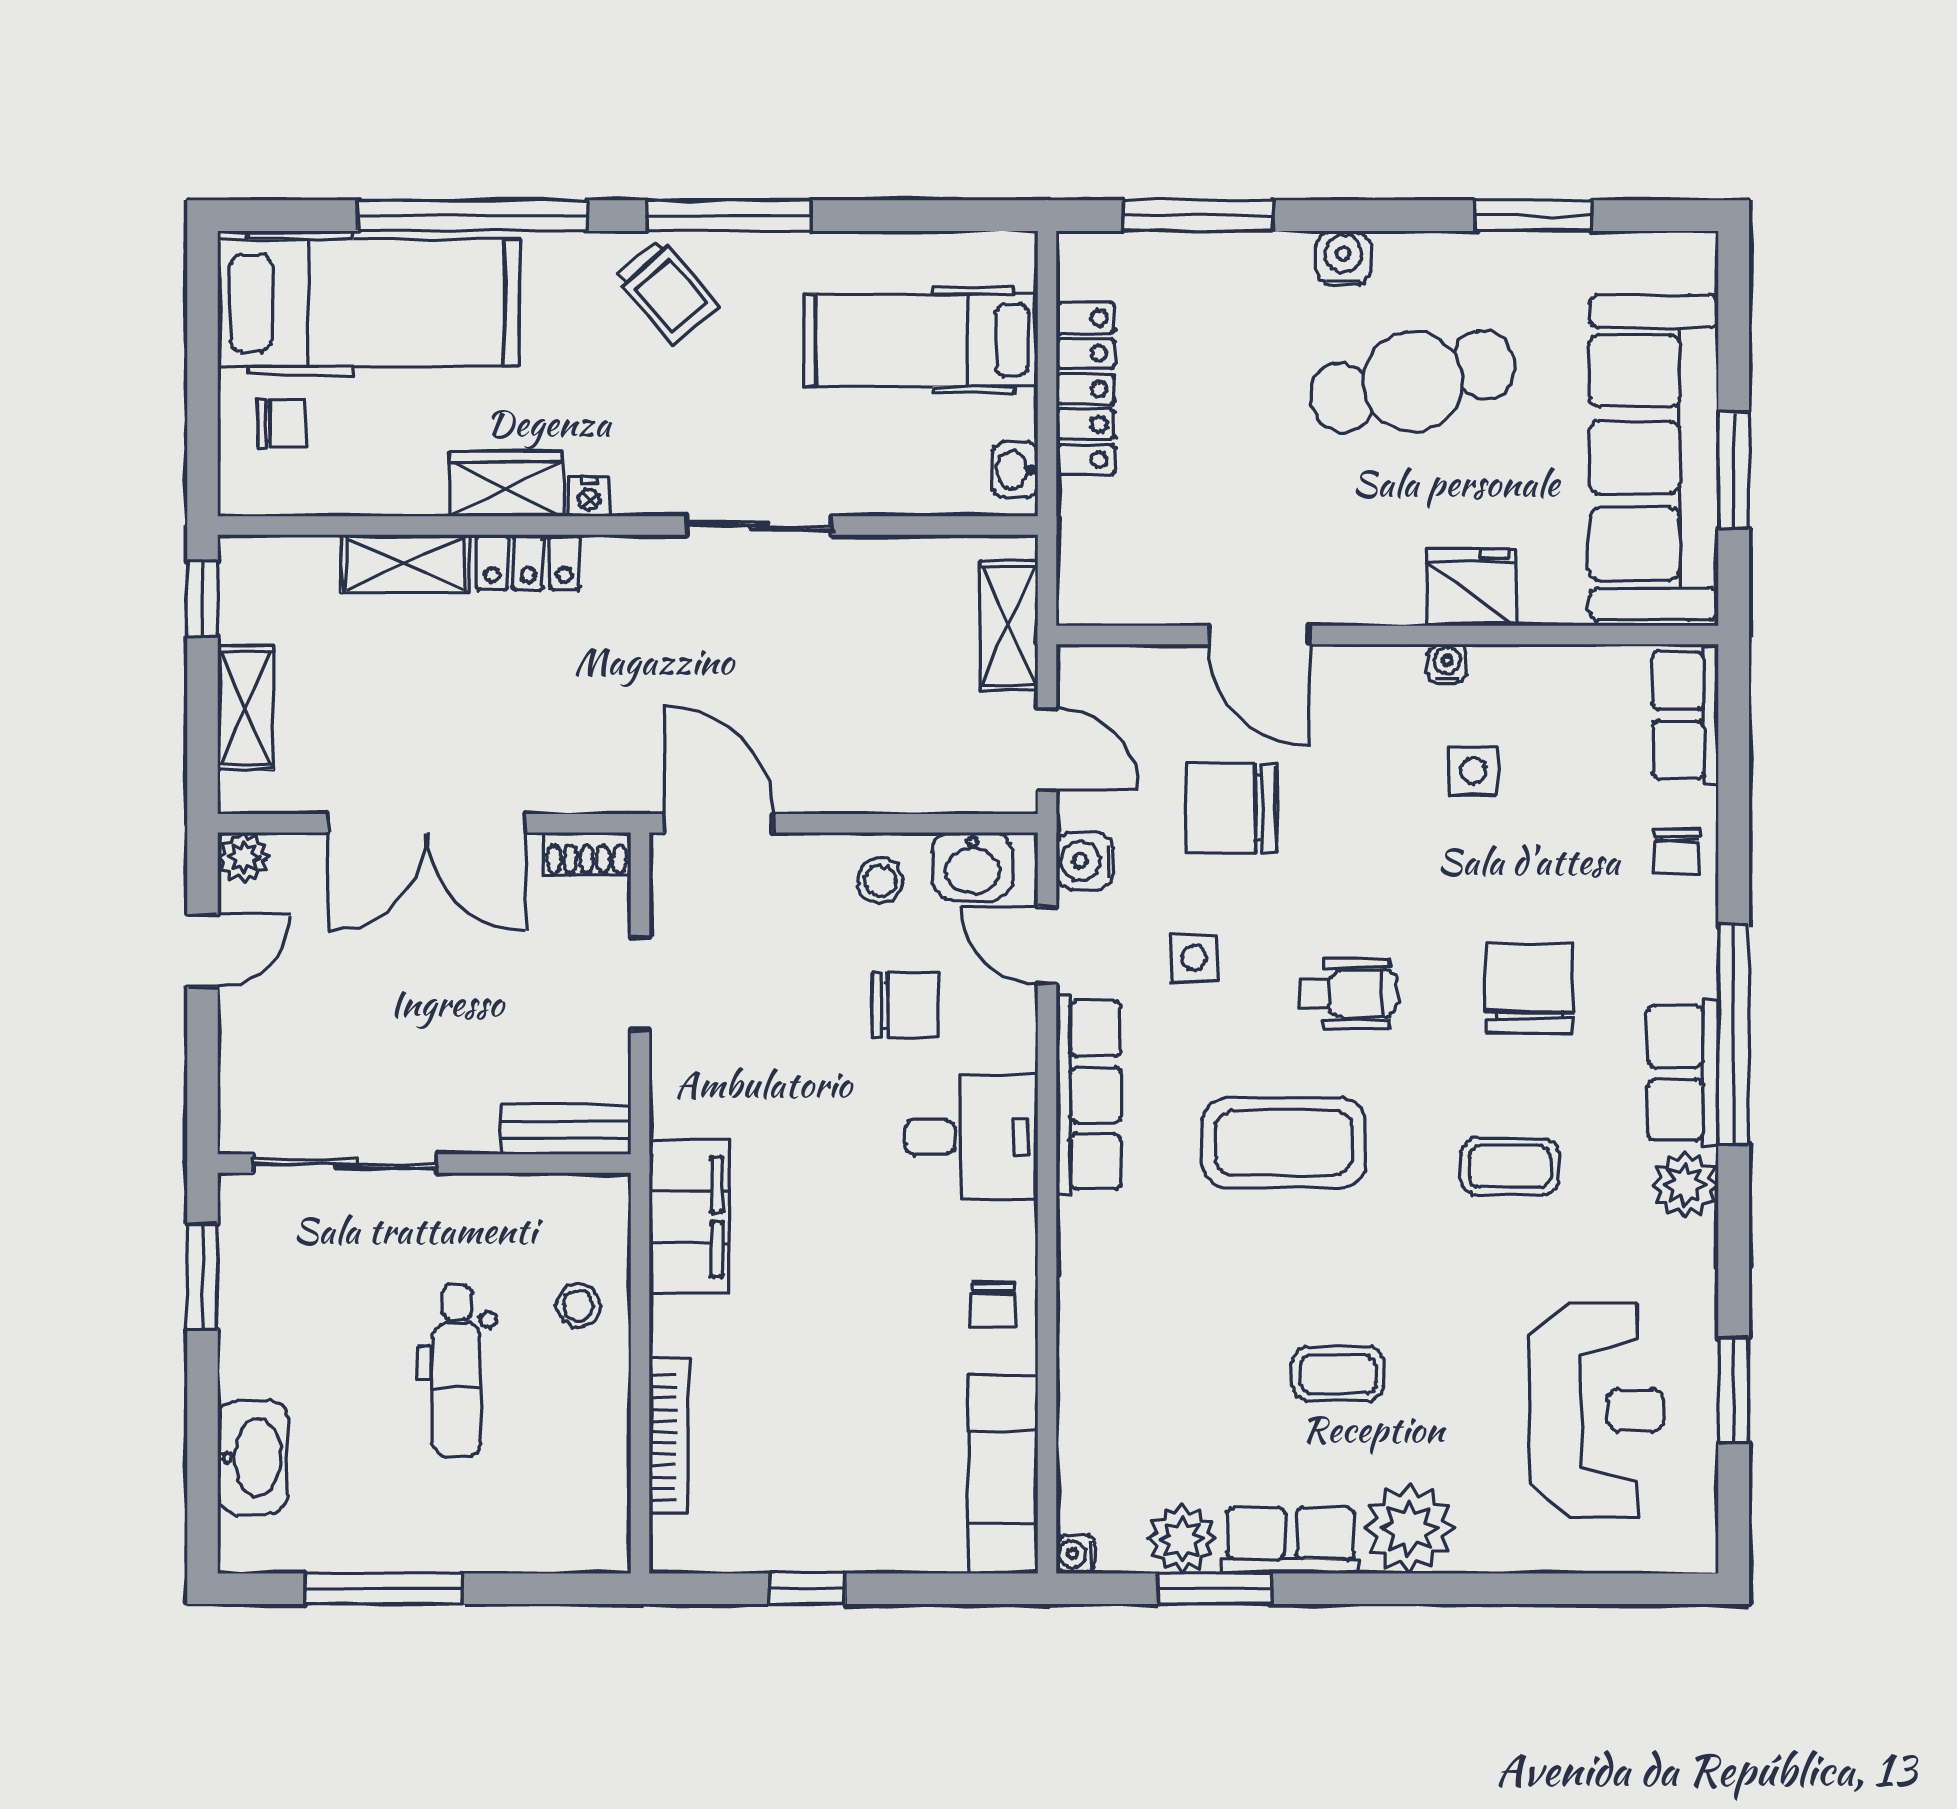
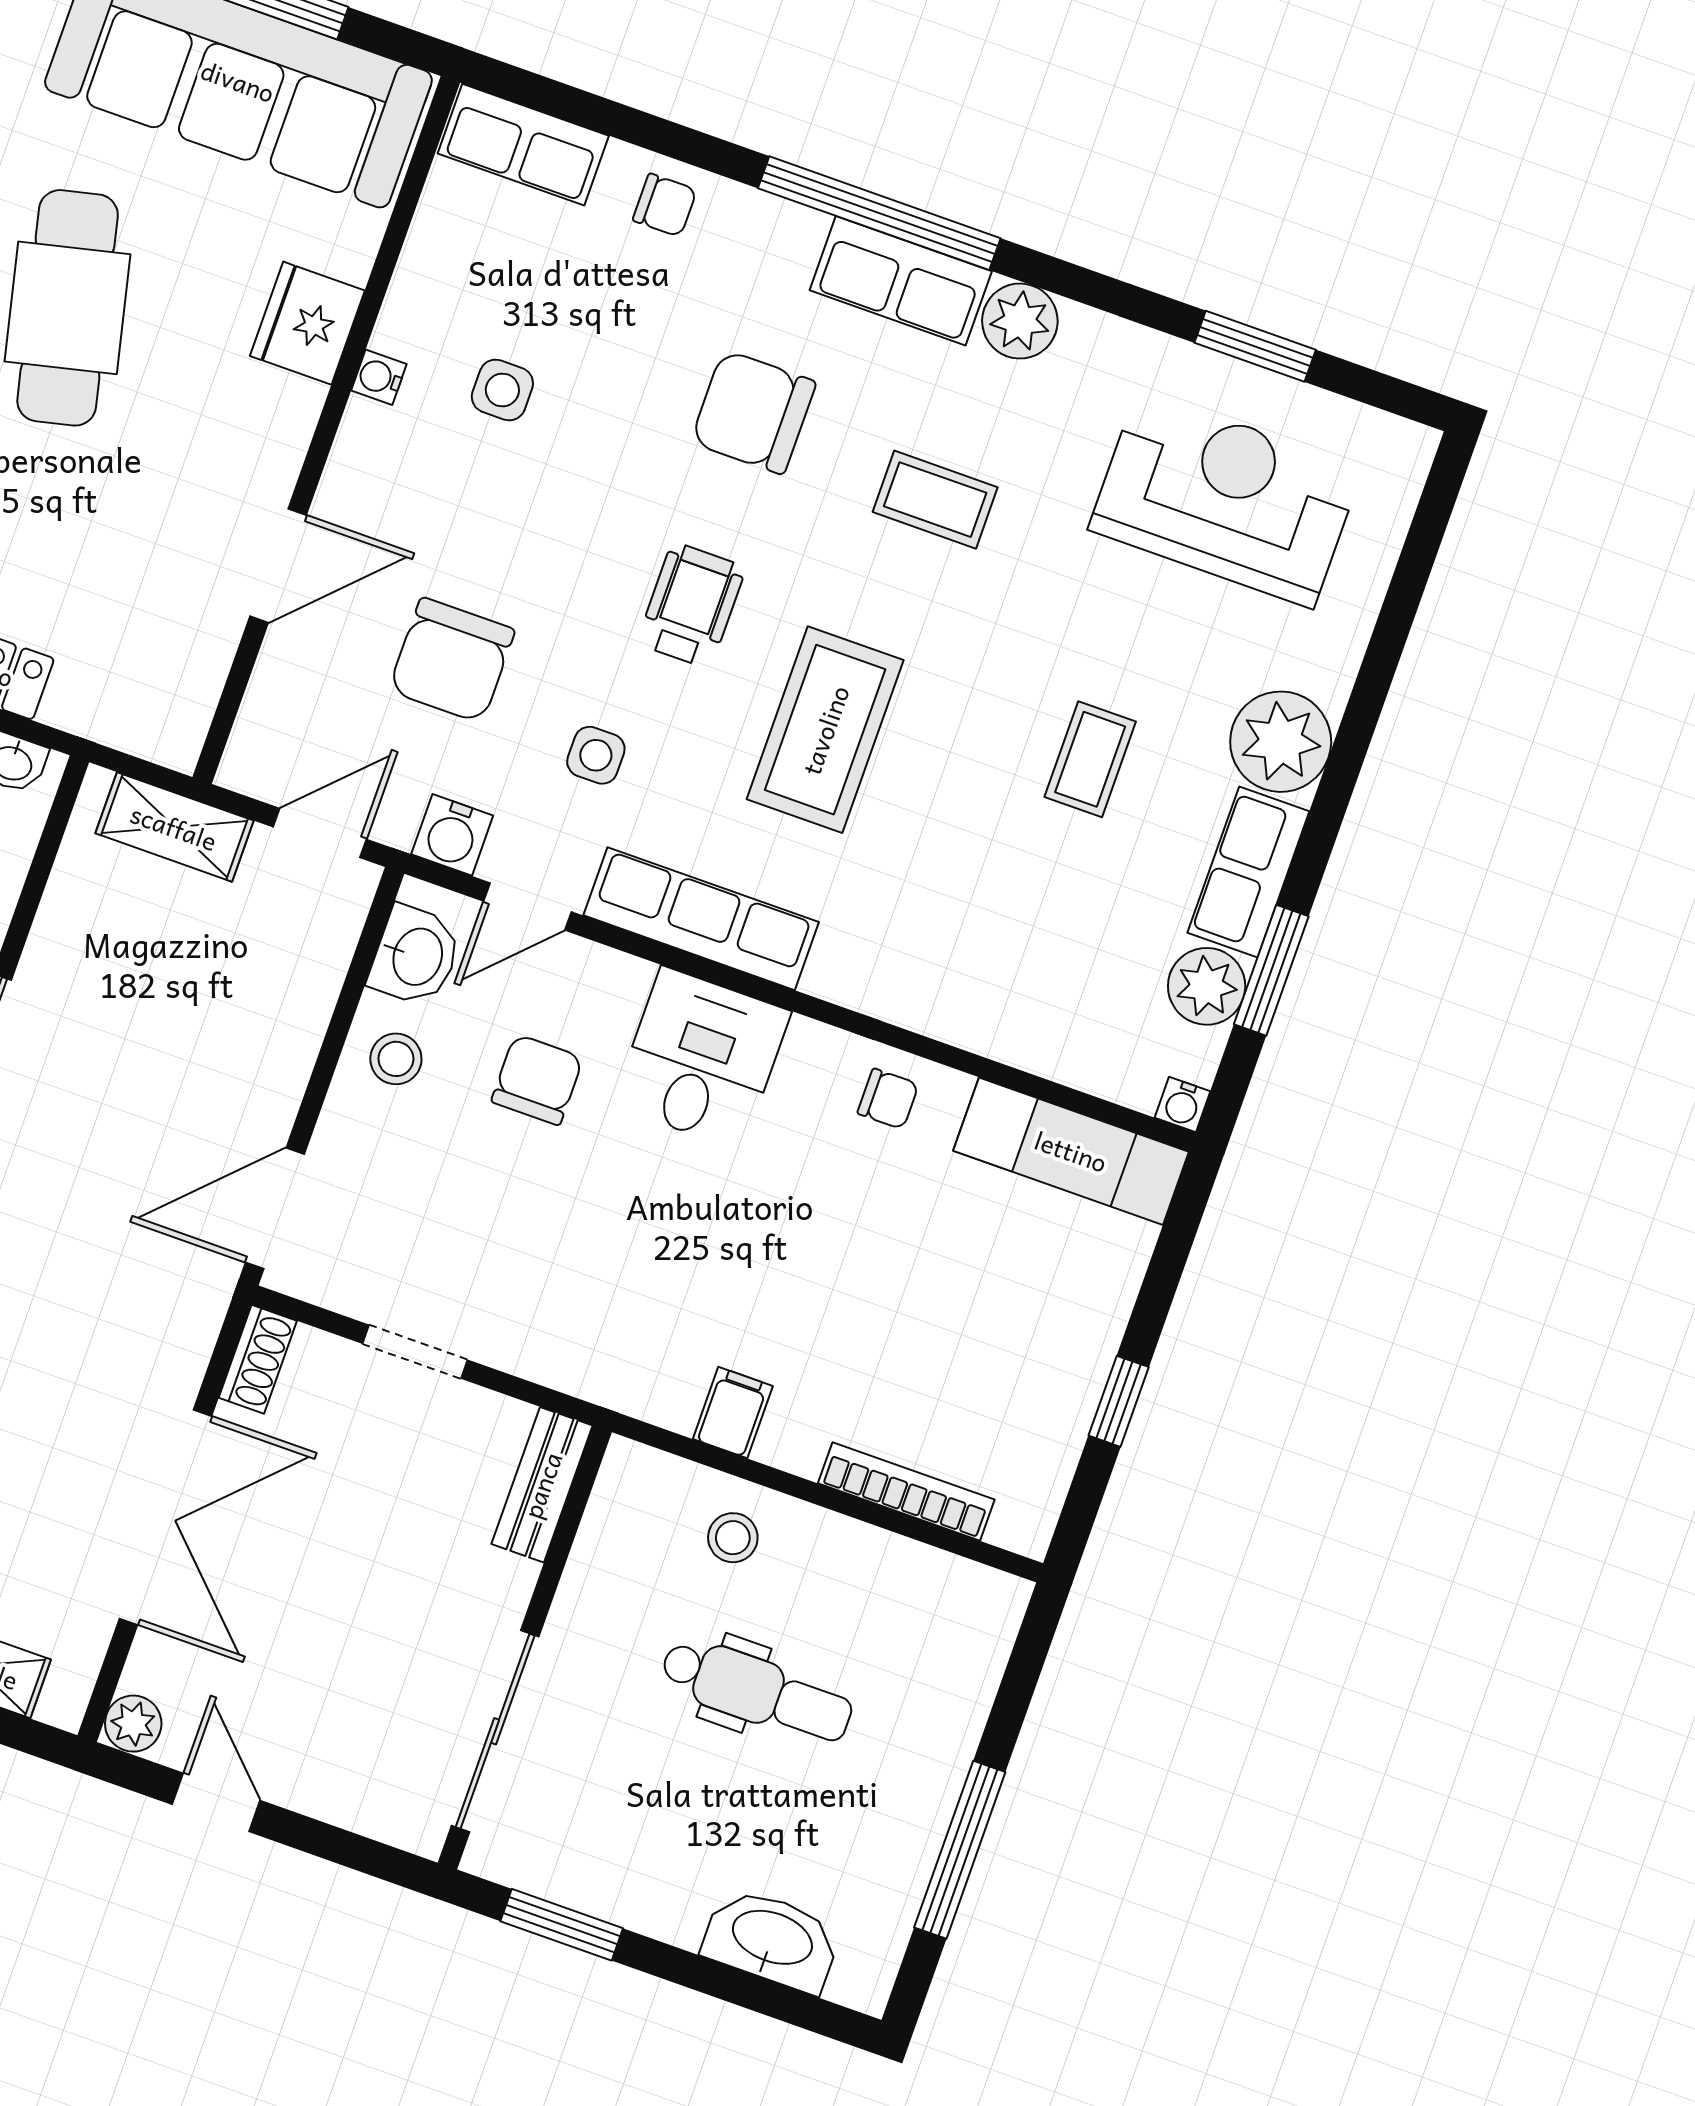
coffee table: (1510, 1167) -> (935, 500), turned 90
filing cabinet: (689, 1217) -> (733, 1413), width x0.33, depth x0.86

